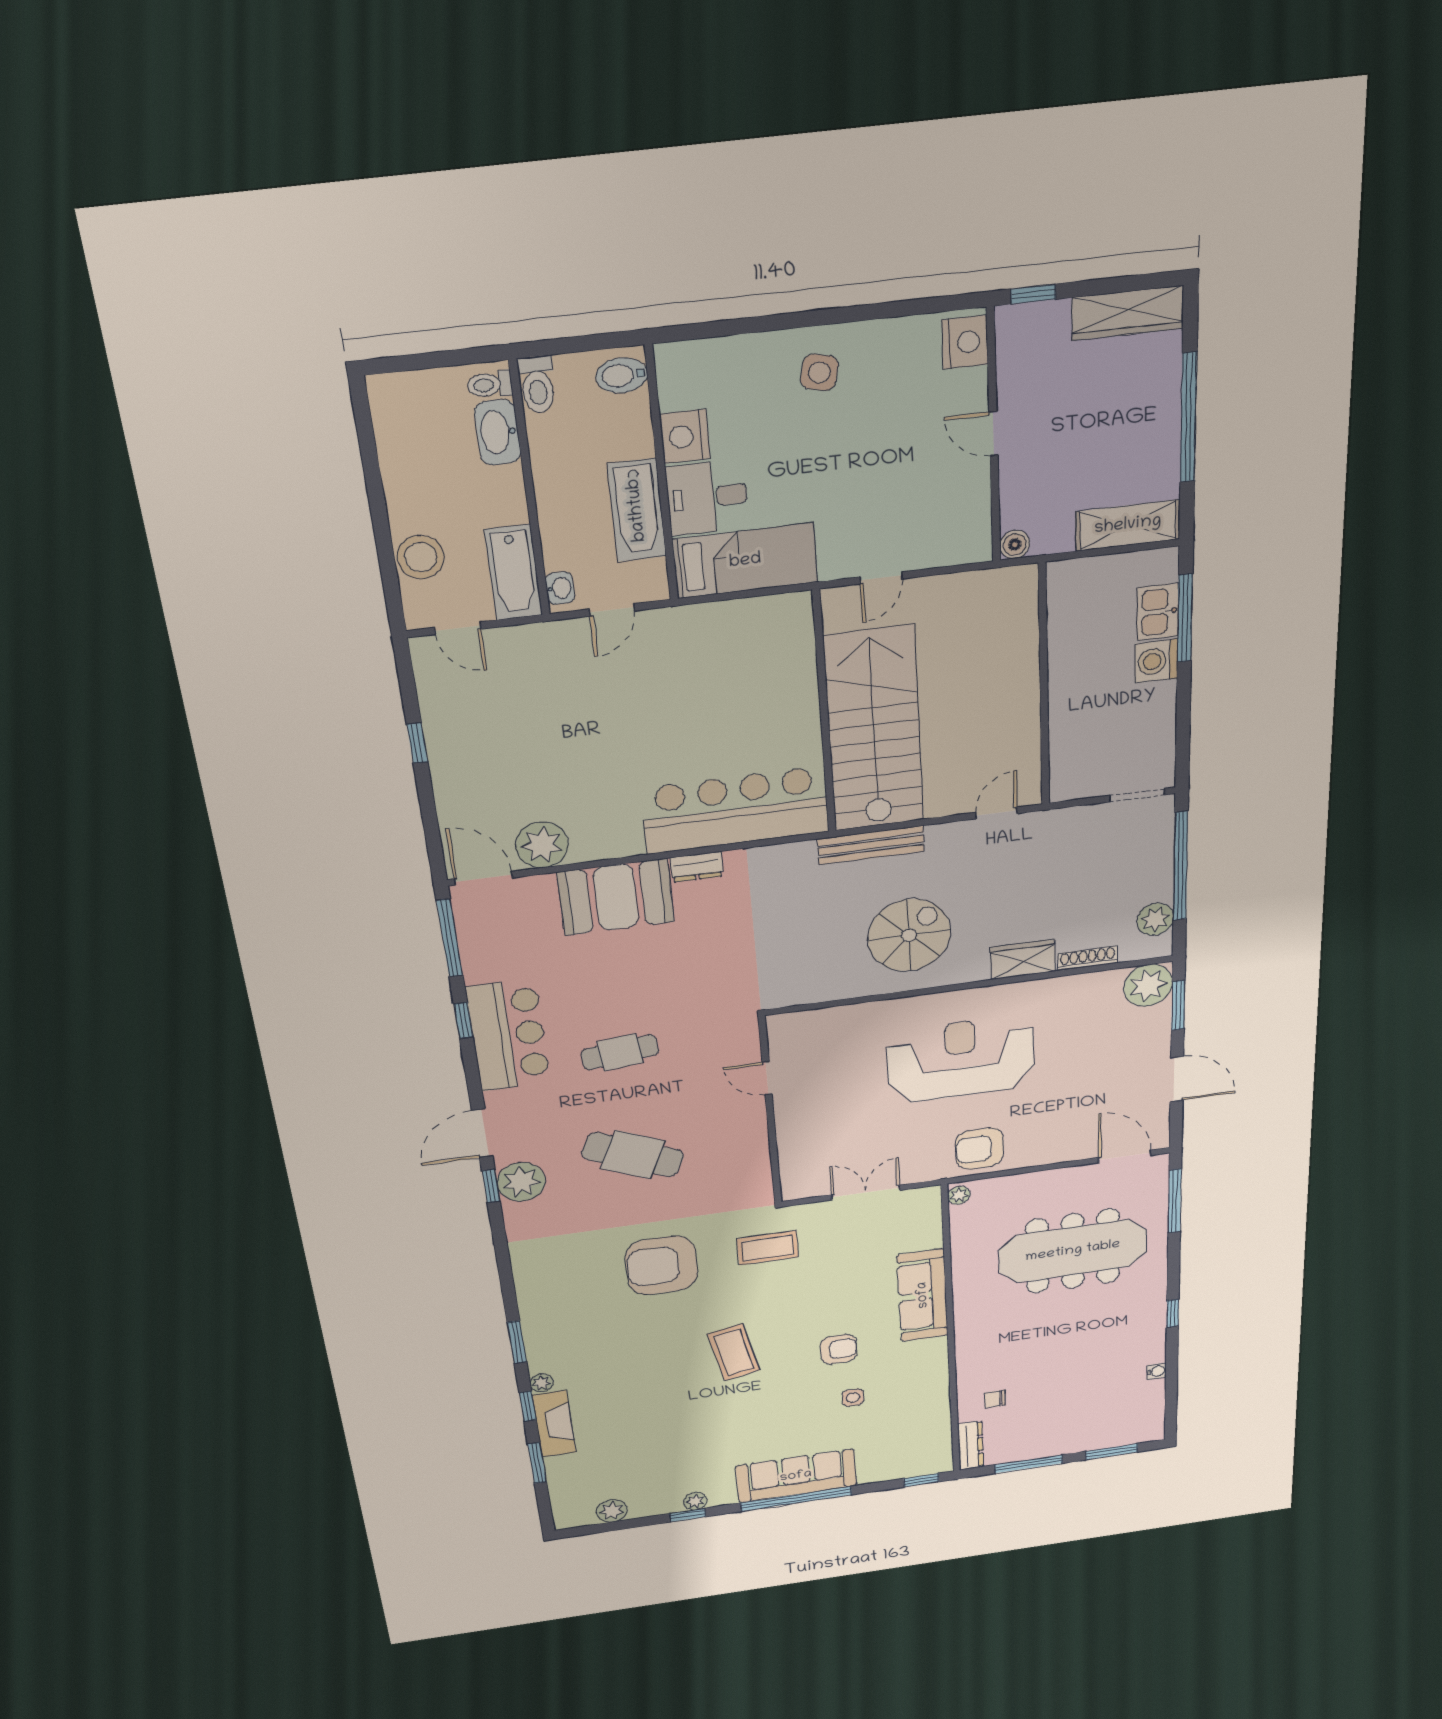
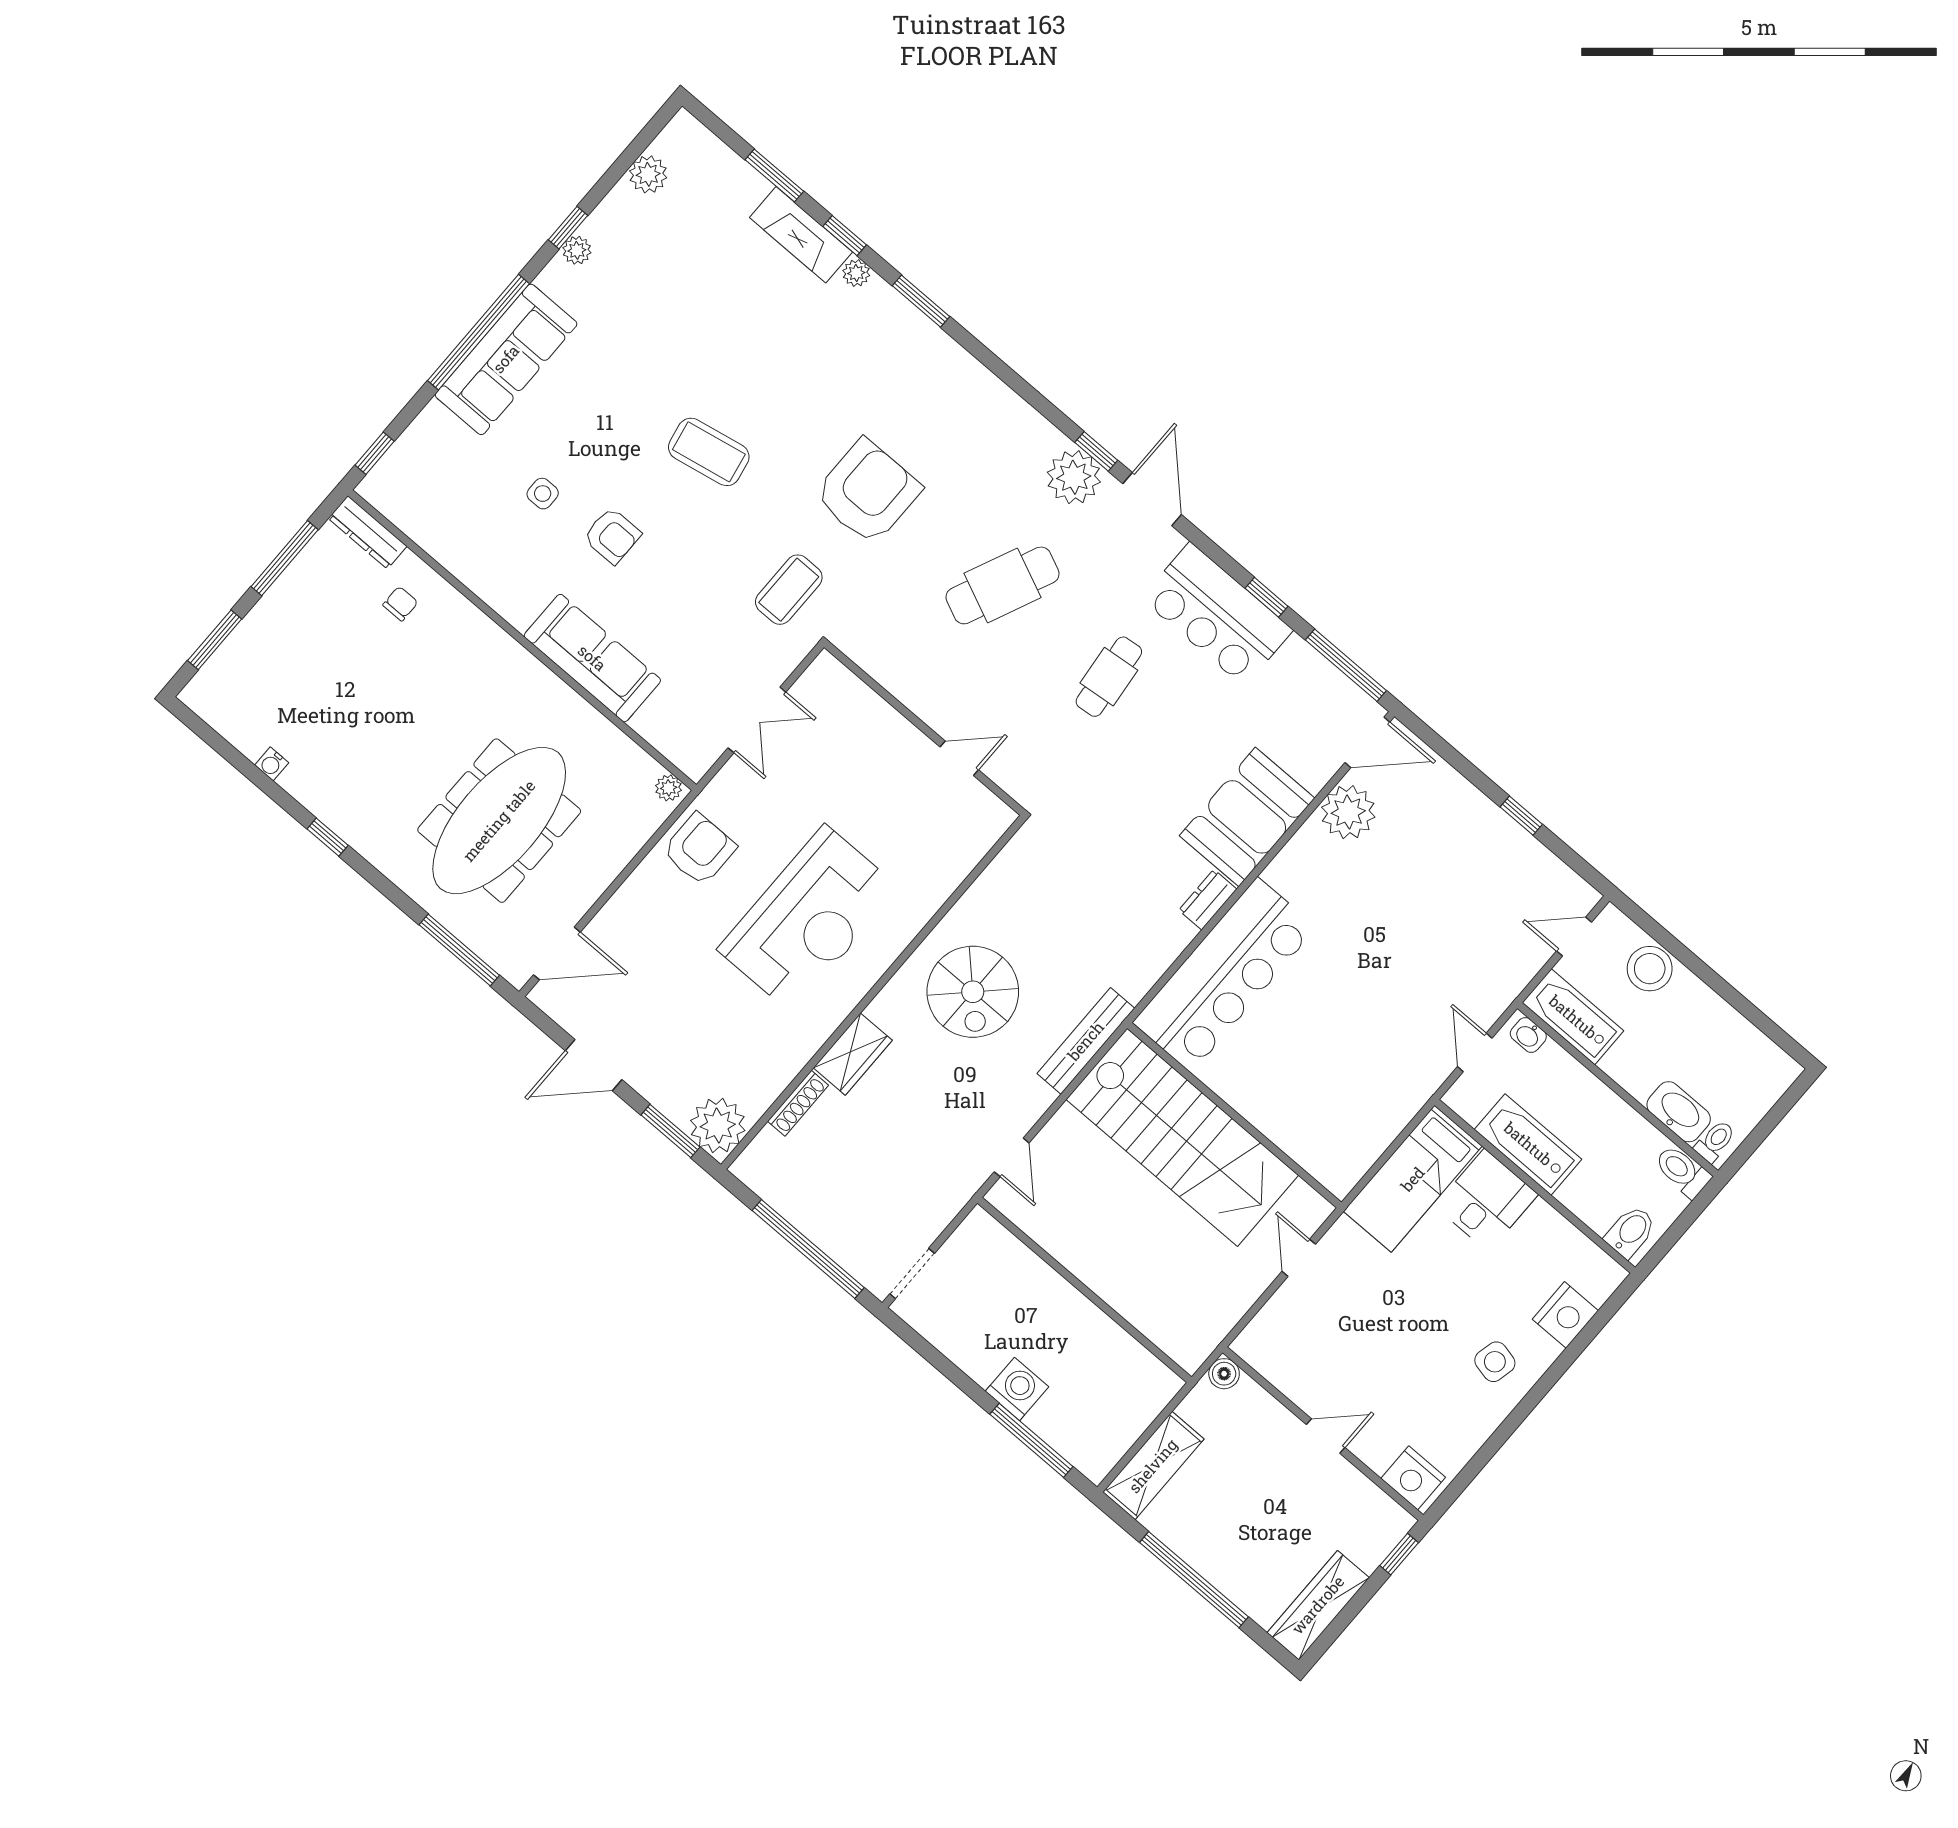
nightstand: (685, 436) -> (1565, 1315), moved, turned 90
kitchen sink: (1158, 612) -> (1058, 1426), removed
plant: (1155, 919) -> (778, 1187), removed
armchair: (838, 1349) -> (612, 536), turned -90

